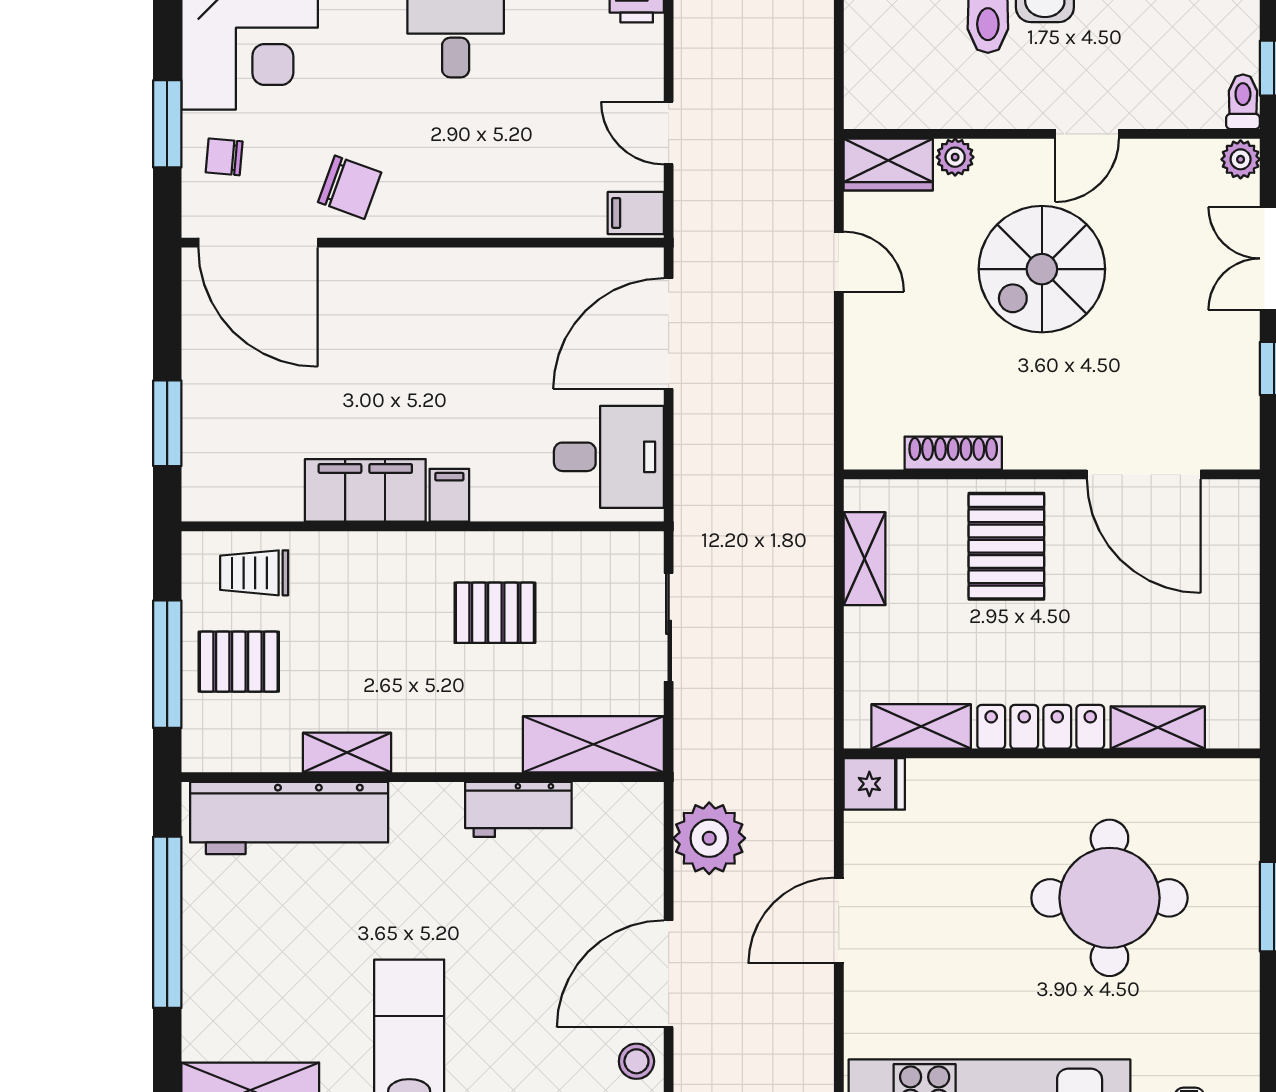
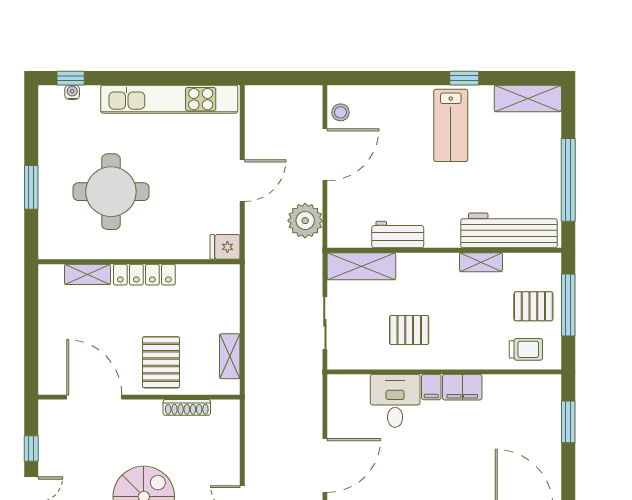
desk: (609, 457) -> (395, 401), moved, turned 90
filing cabinet: (365, 490) -> (462, 387), width x0.67, depth x0.86
shelving: (921, 726) -> (202, 275), removed

